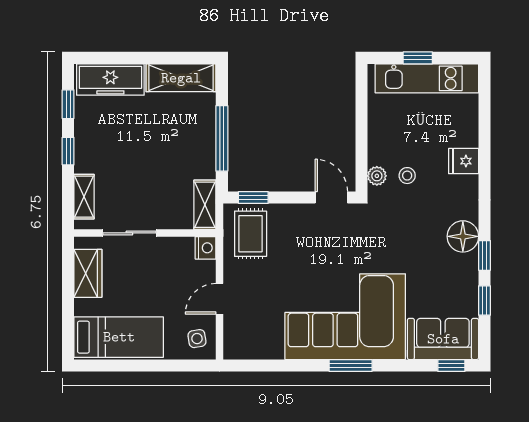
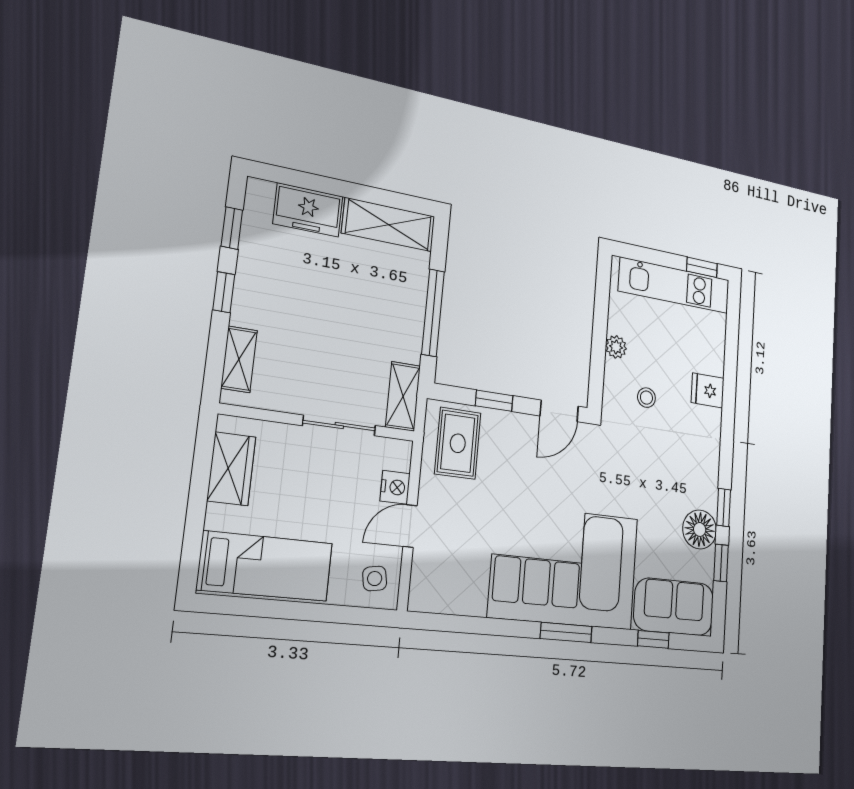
window: (418, 58) -> (702, 267), moved
freezer: (110, 80) -> (308, 210), width x0.71
plant: (377, 176) -> (616, 347), moved
window: (253, 197) -> (494, 401), moved
door: (331, 197) -> (559, 411), swing flipped
sliding door: (129, 233) -> (339, 426), moved
floor lamp: (463, 236) -> (700, 529), moved
nightstand: (206, 248) -> (395, 487), moved
window: (451, 365) -> (653, 639), moved

